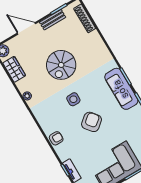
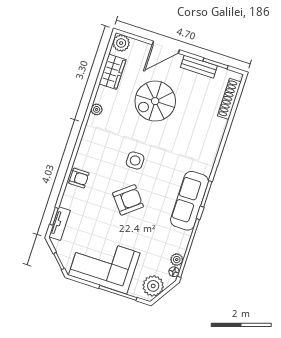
door: (26, 28) -> (166, 47), swing flipped
spiral stairs: (61, 65) -> (155, 101), moved

